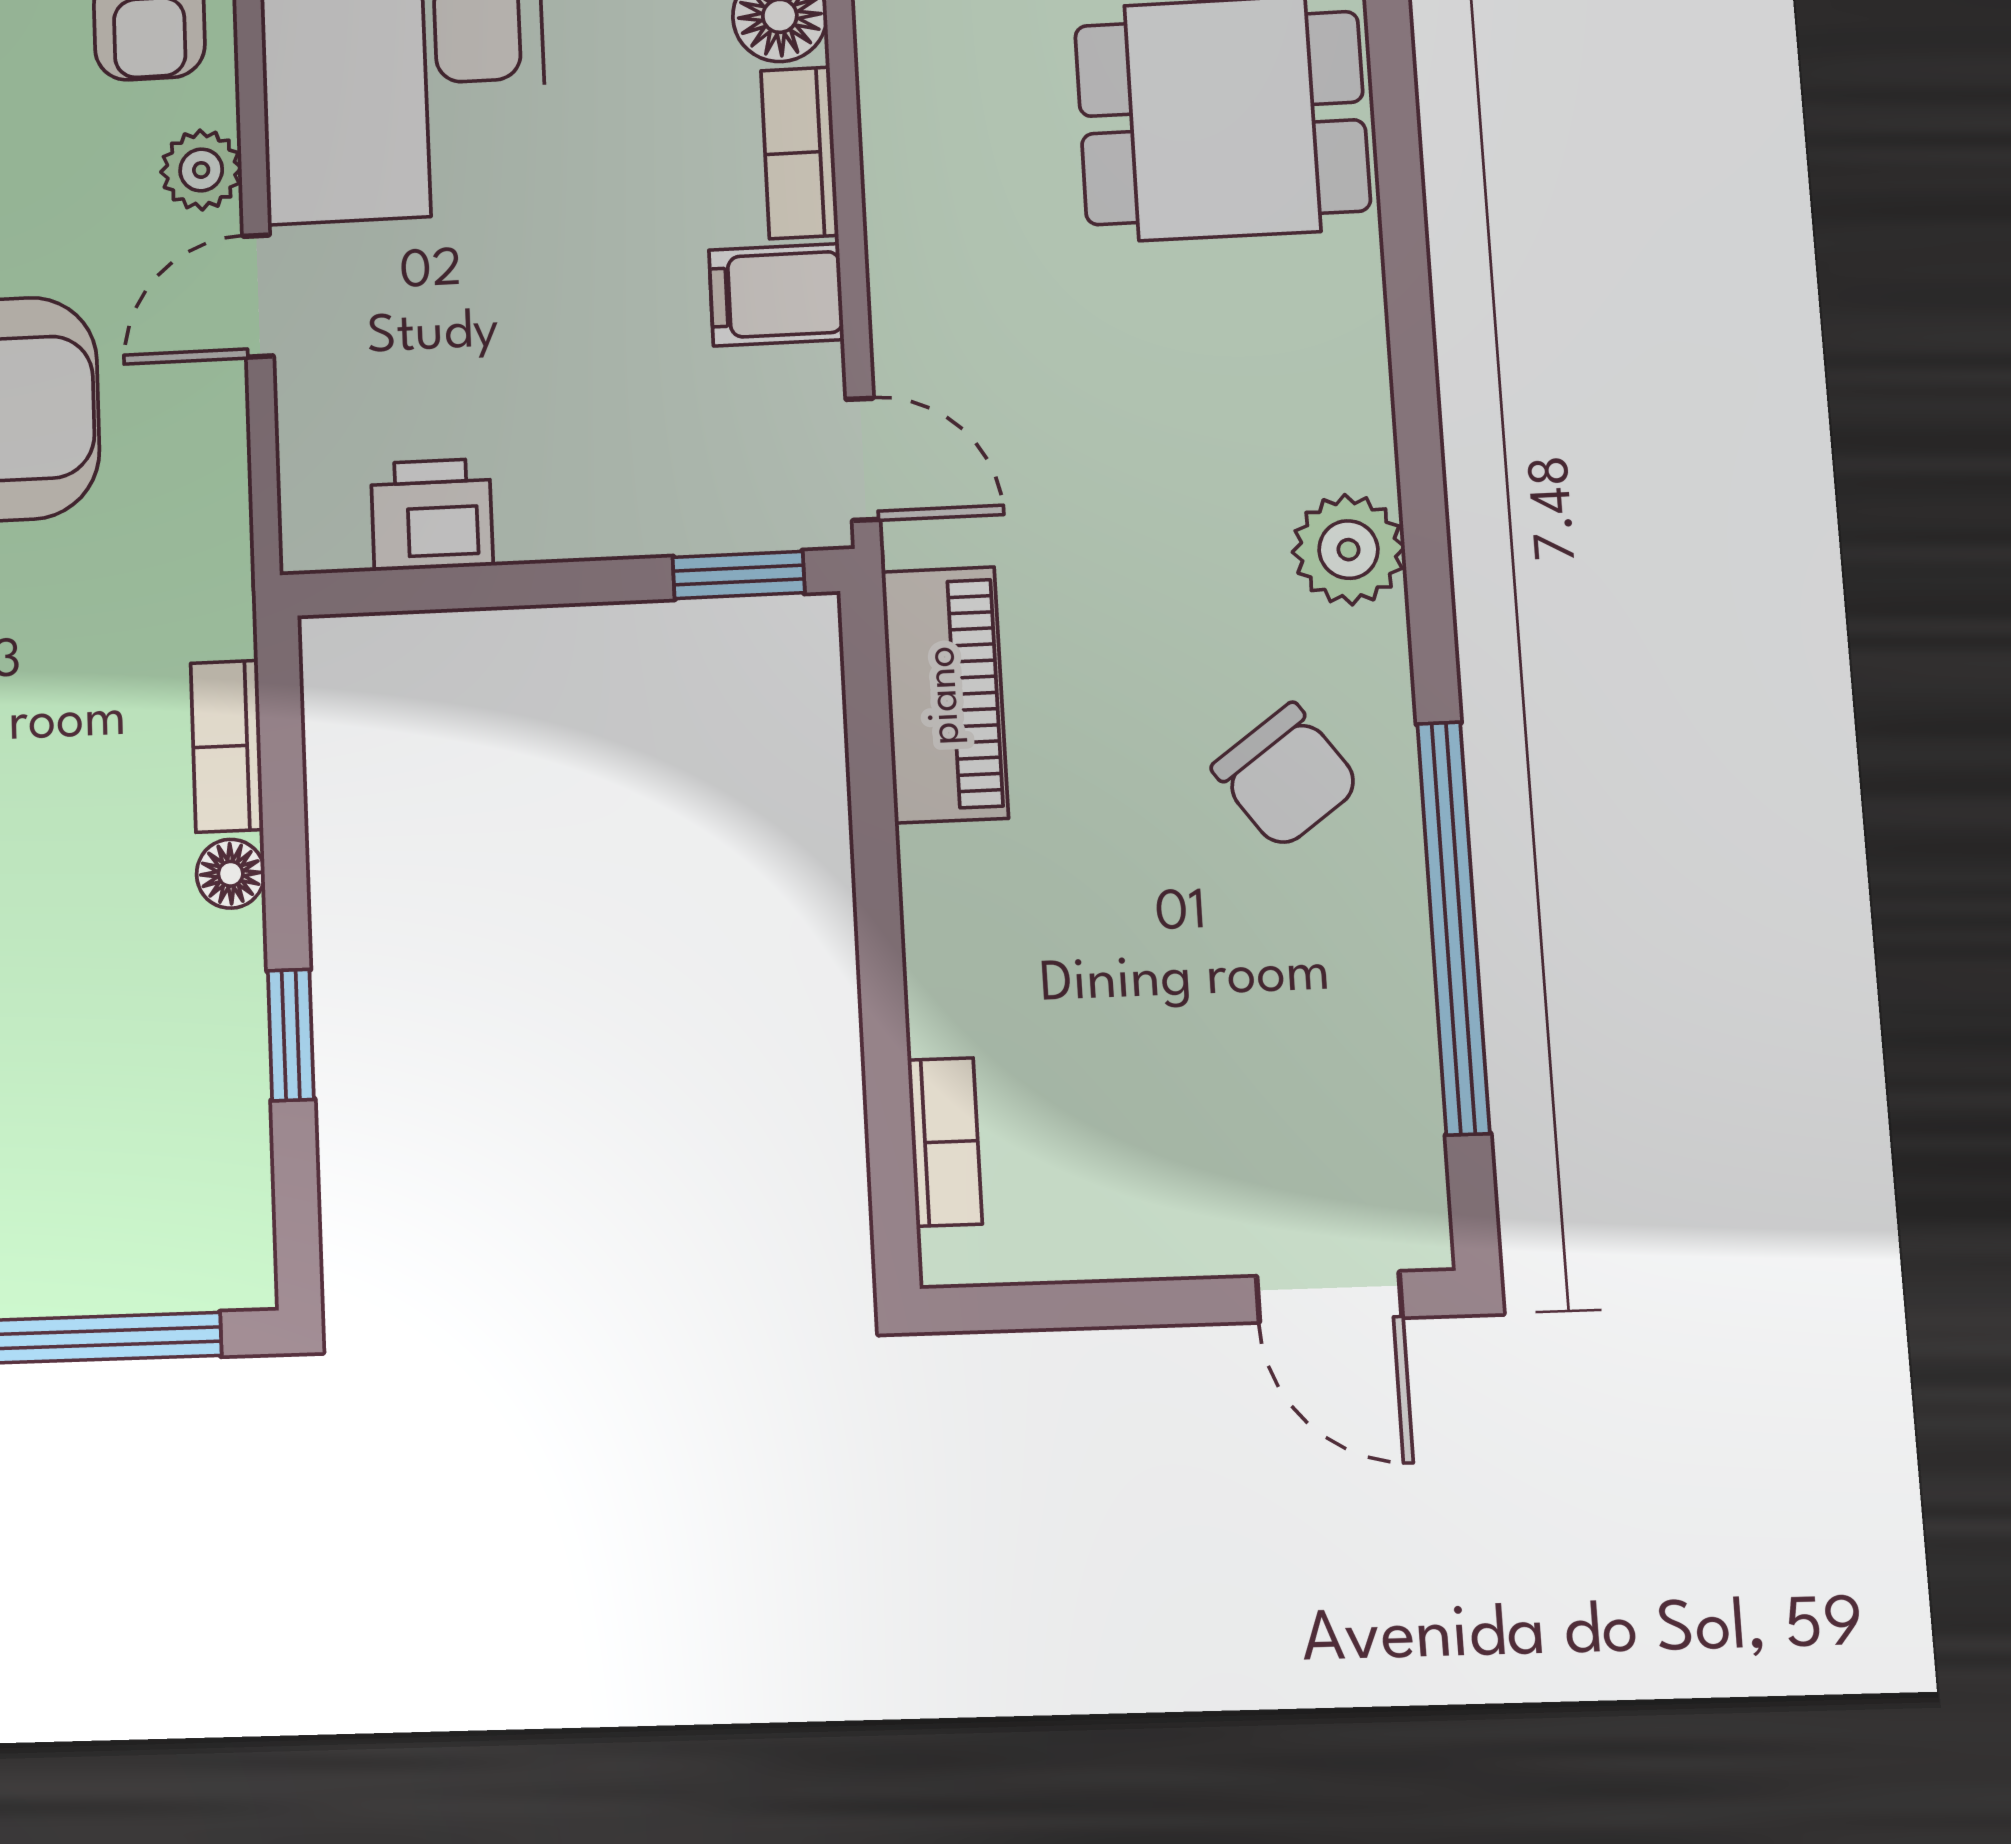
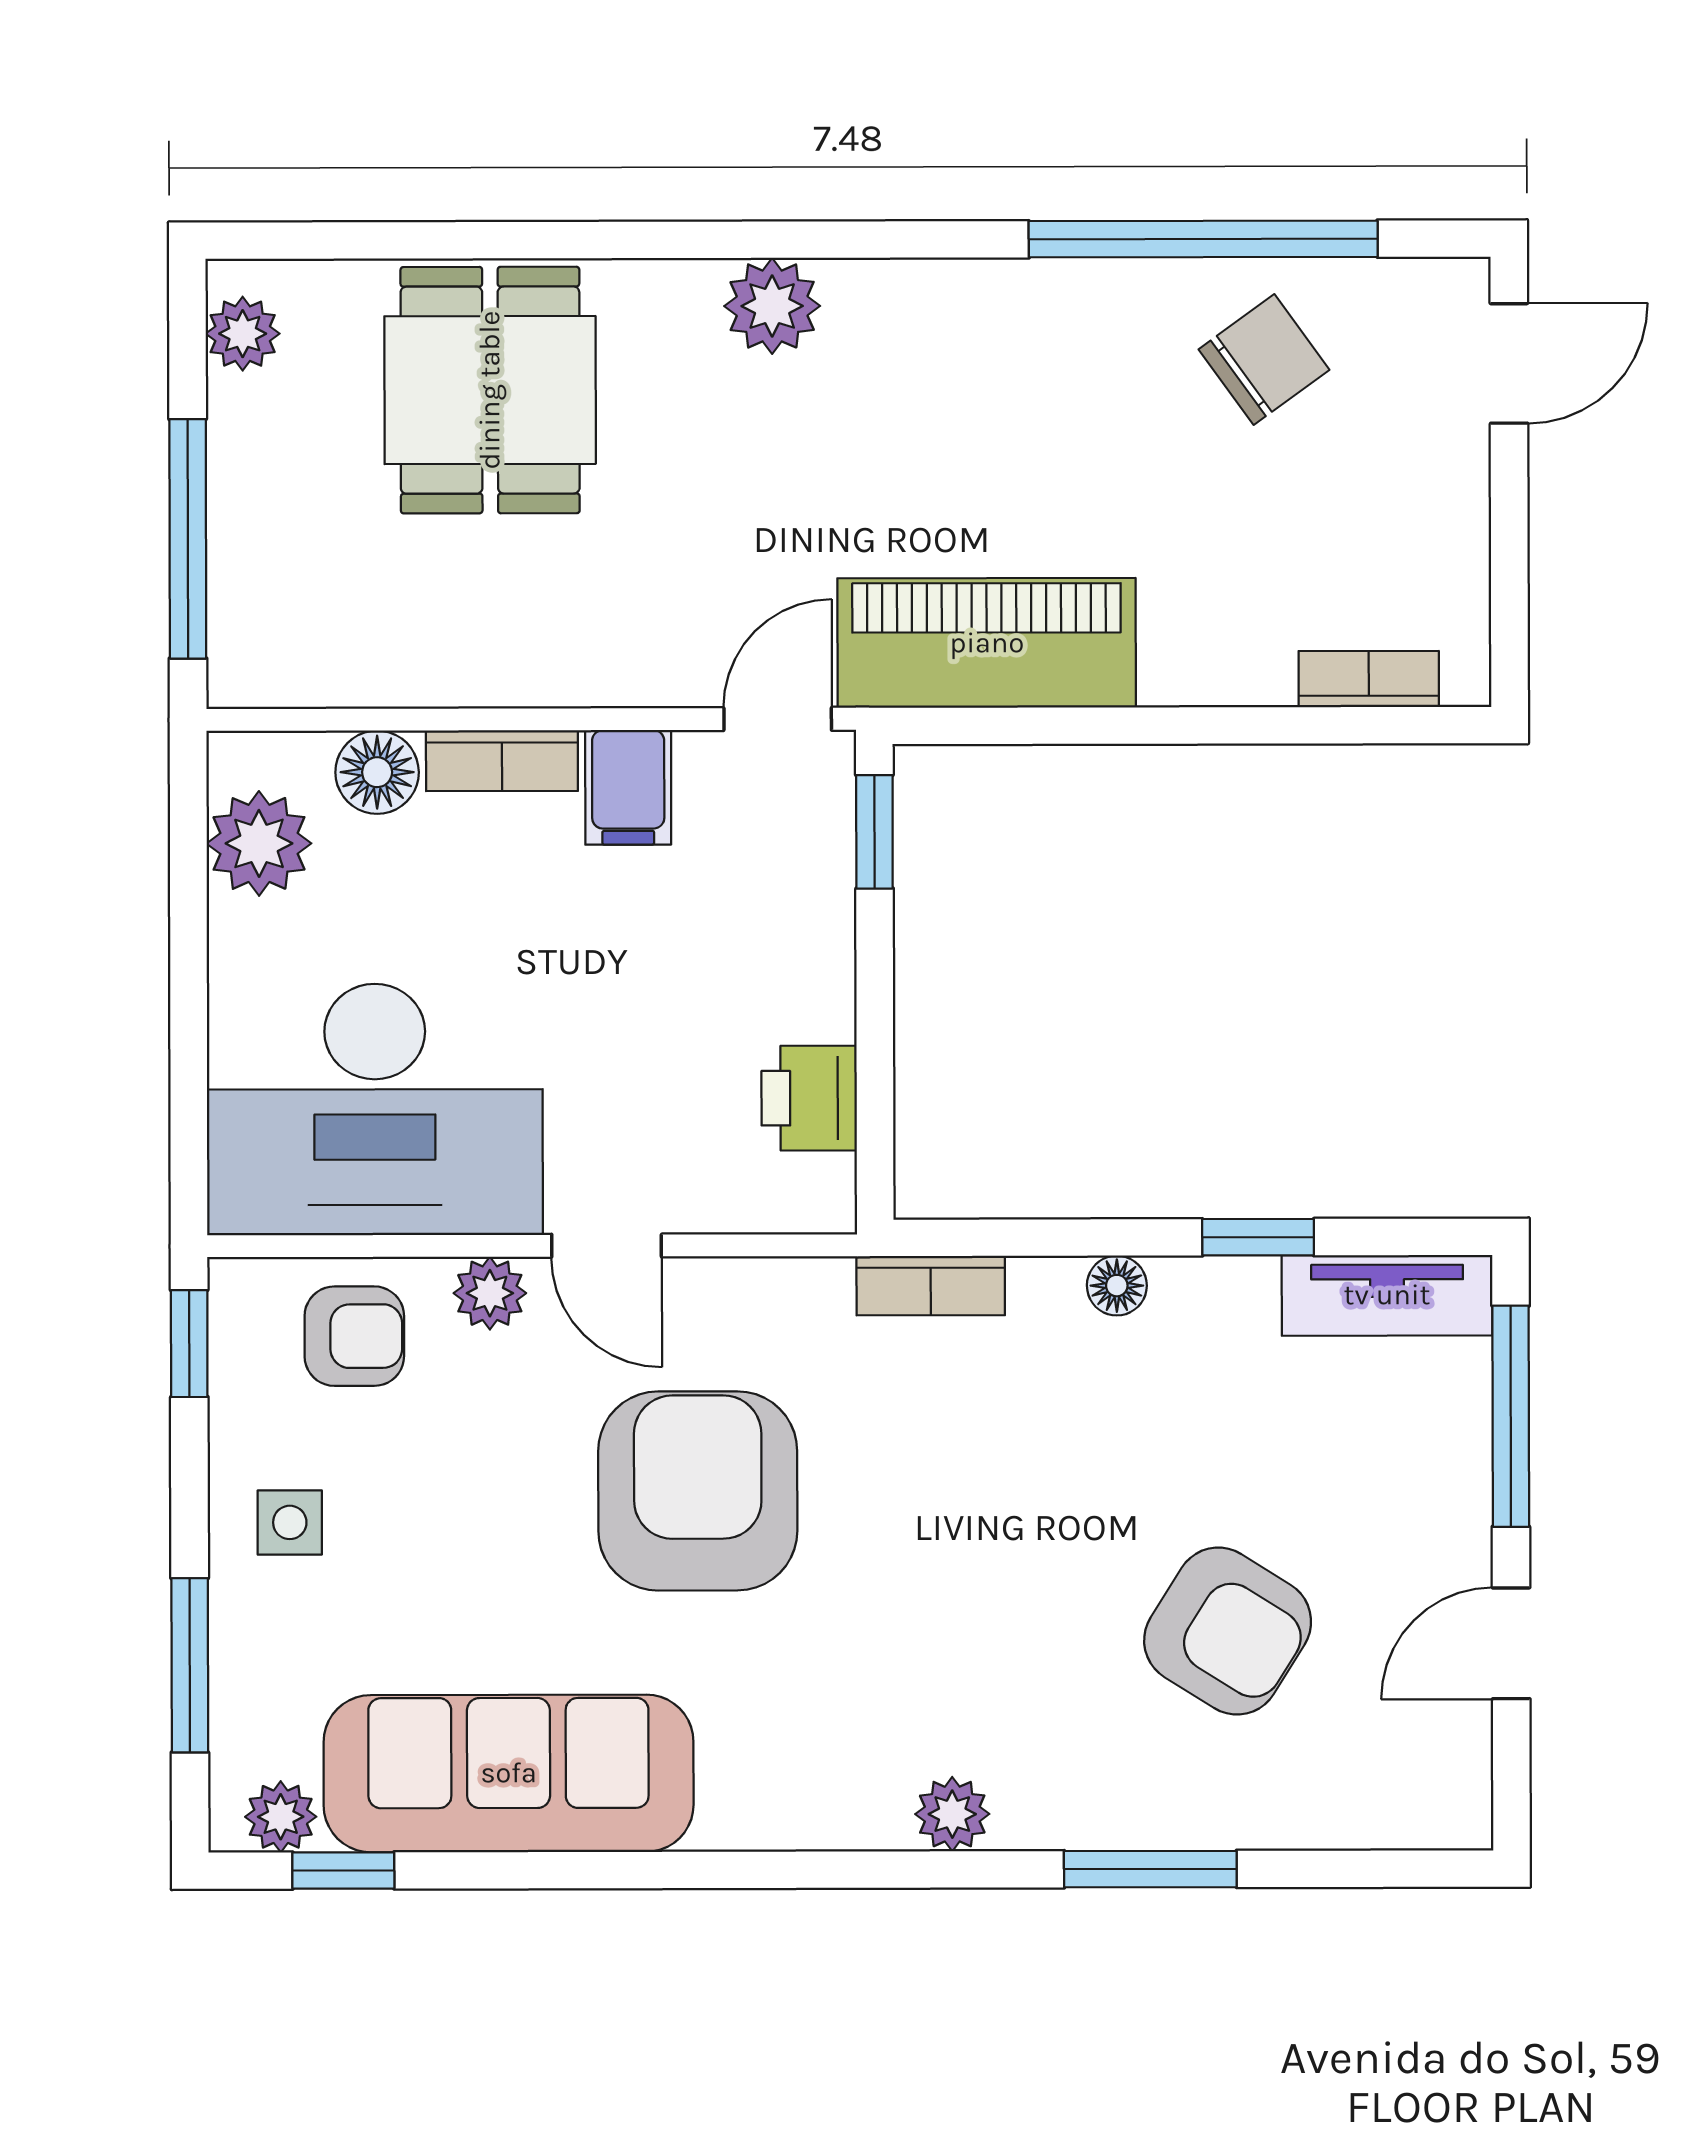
plant: (1348, 550) -> (772, 306), moved
piano: (945, 695) -> (987, 643), width x1.37, depth x1.33
bookcase: (227, 746) -> (931, 1286), moved
chair: (1286, 776) -> (1264, 360), moved
tv unit: (229, 1188) -> (1387, 1295), added

